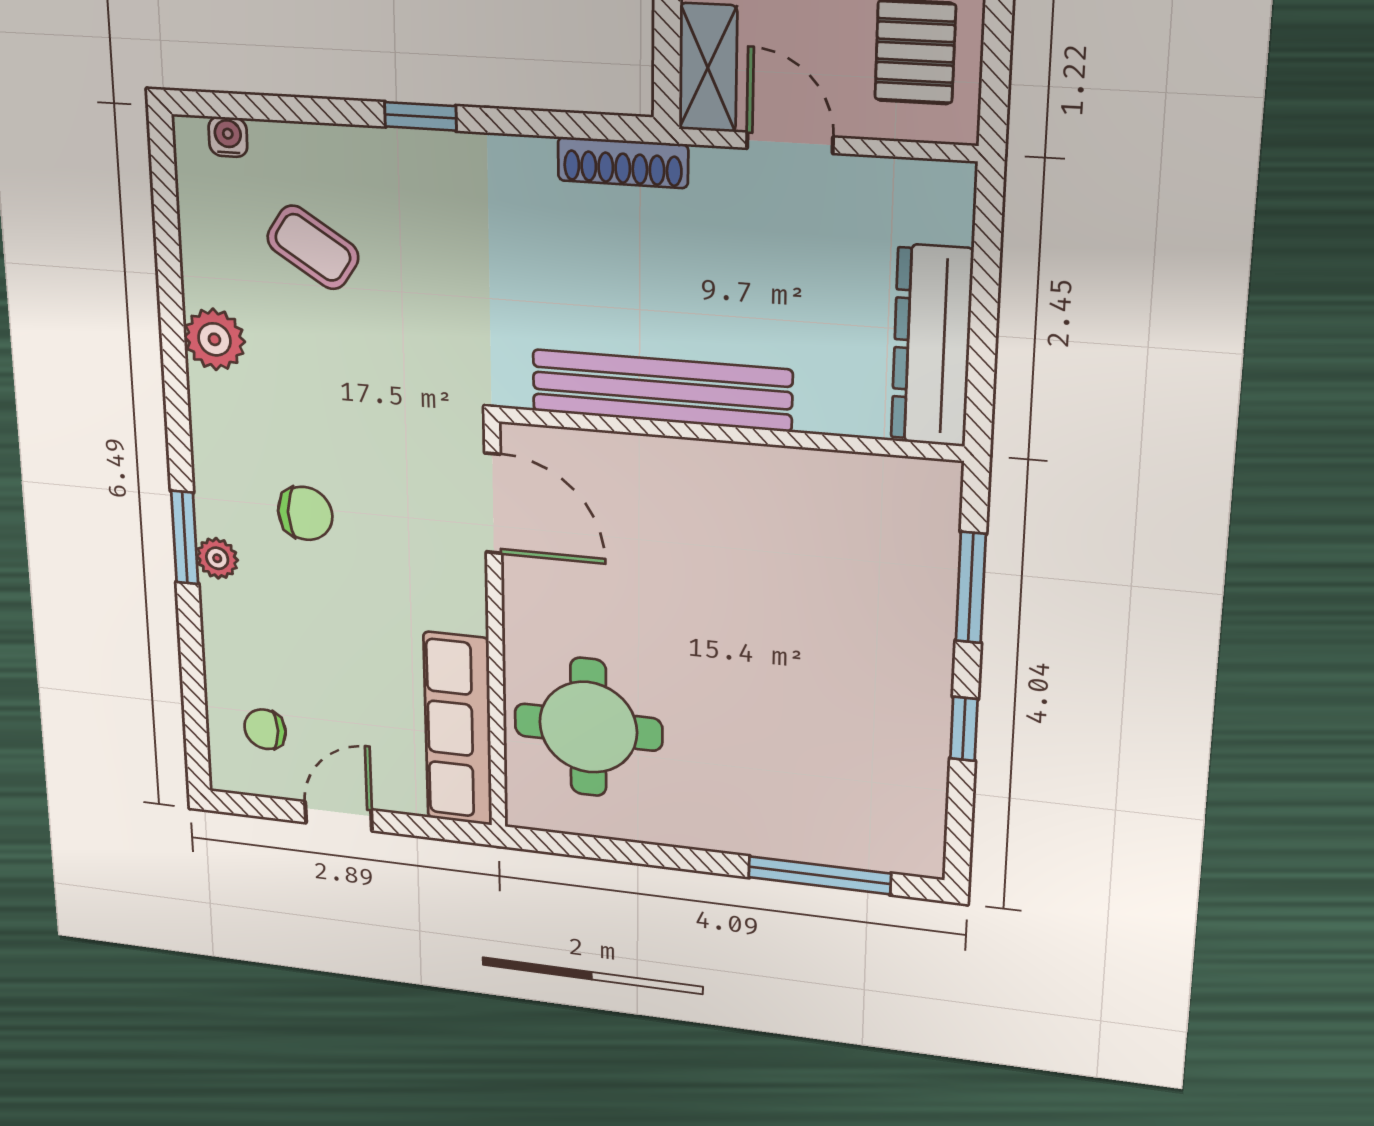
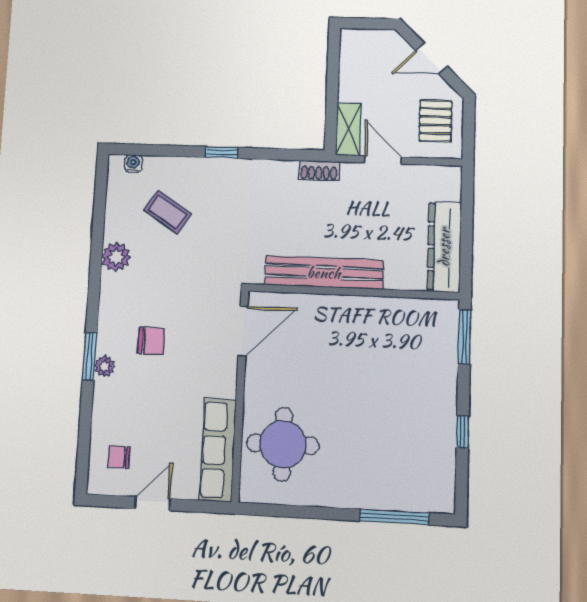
shoe rack: (623, 162) -> (319, 170), width x0.70
door: (493, 503) -> (243, 331), hinge flipped
window: (971, 588) -> (465, 337), moved

